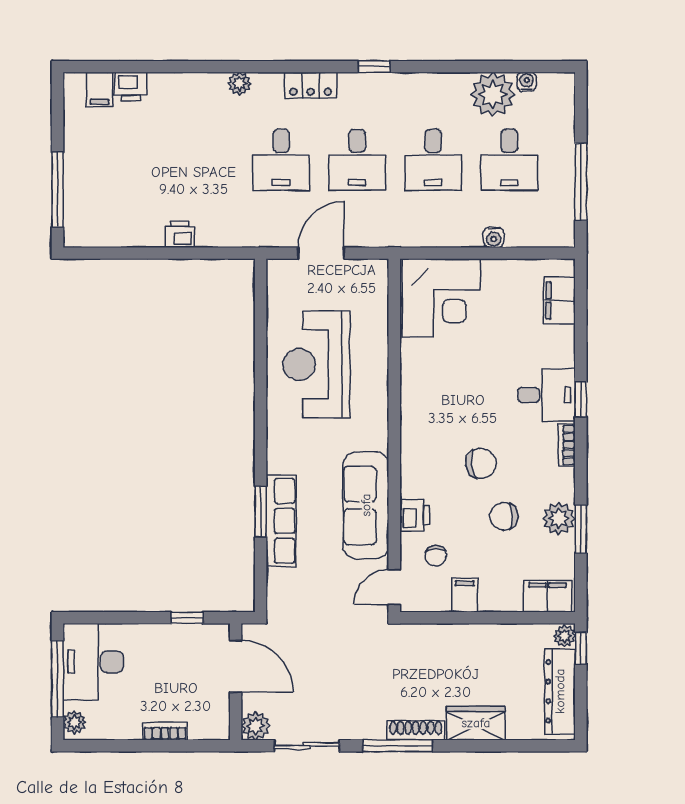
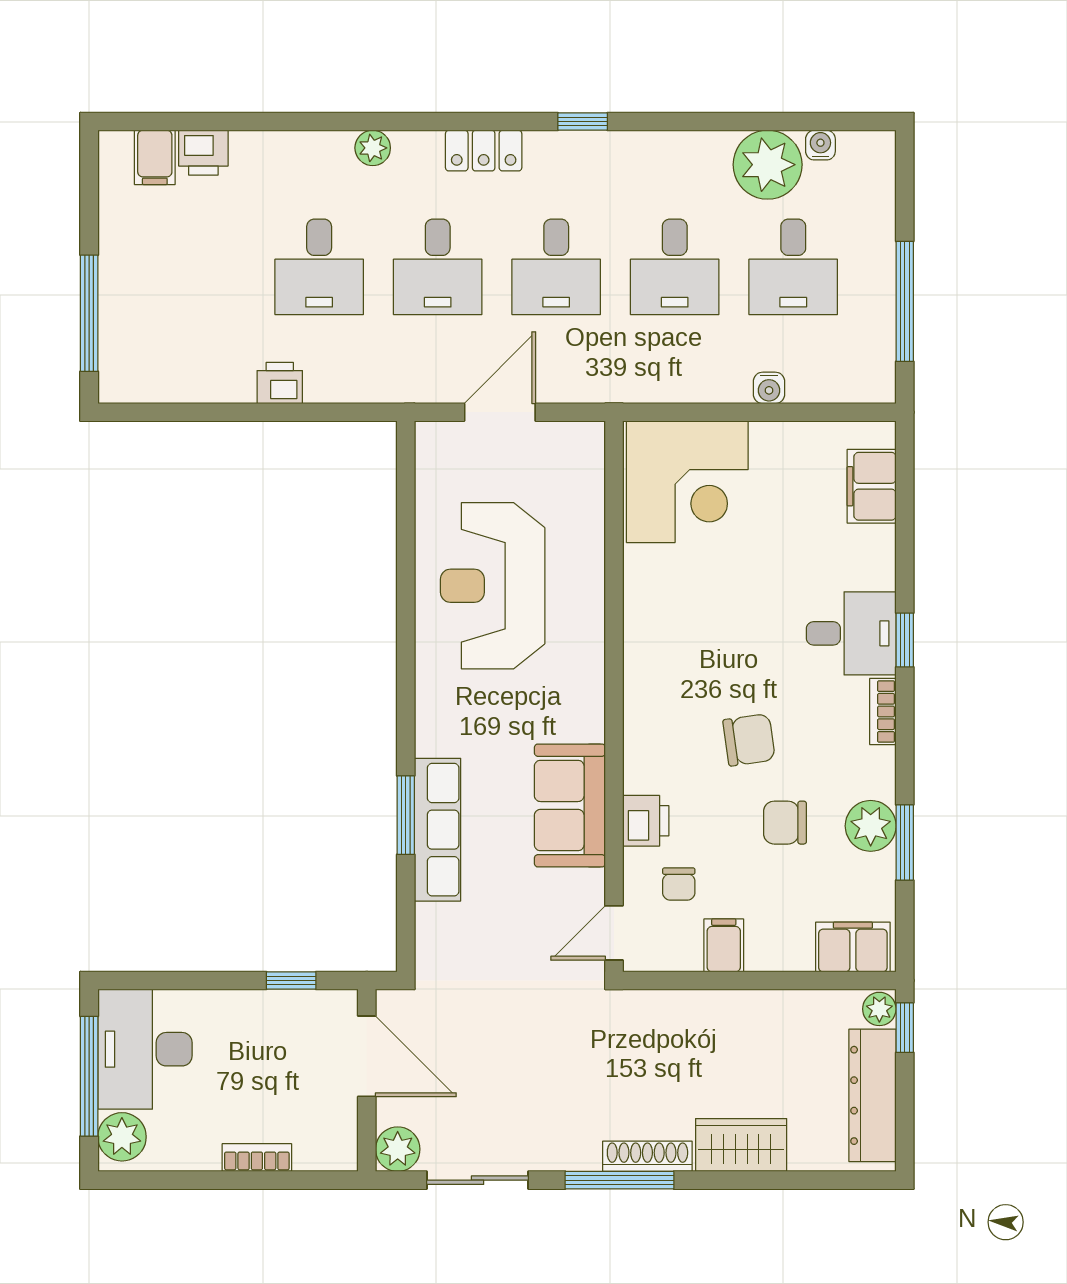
desk: (205, 160) -> (319, 267), added
sofa: (366, 505) -> (570, 805), width x0.73
plant: (74, 722) -> (122, 1137), width x1.38, depth x1.38

